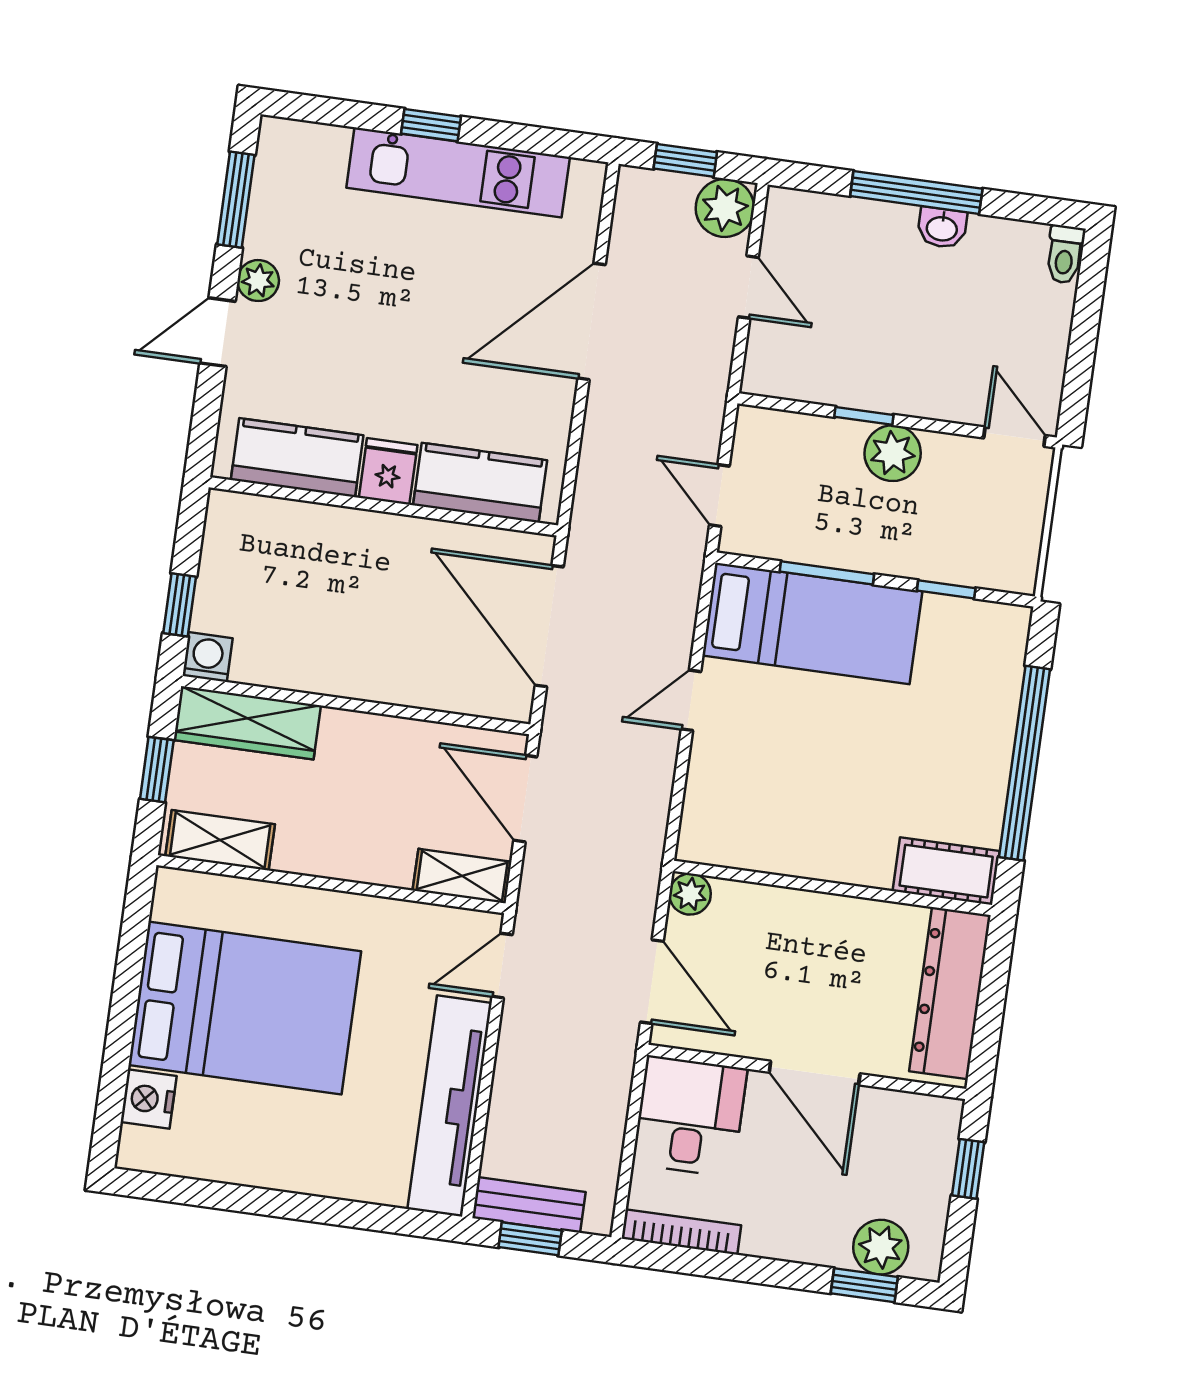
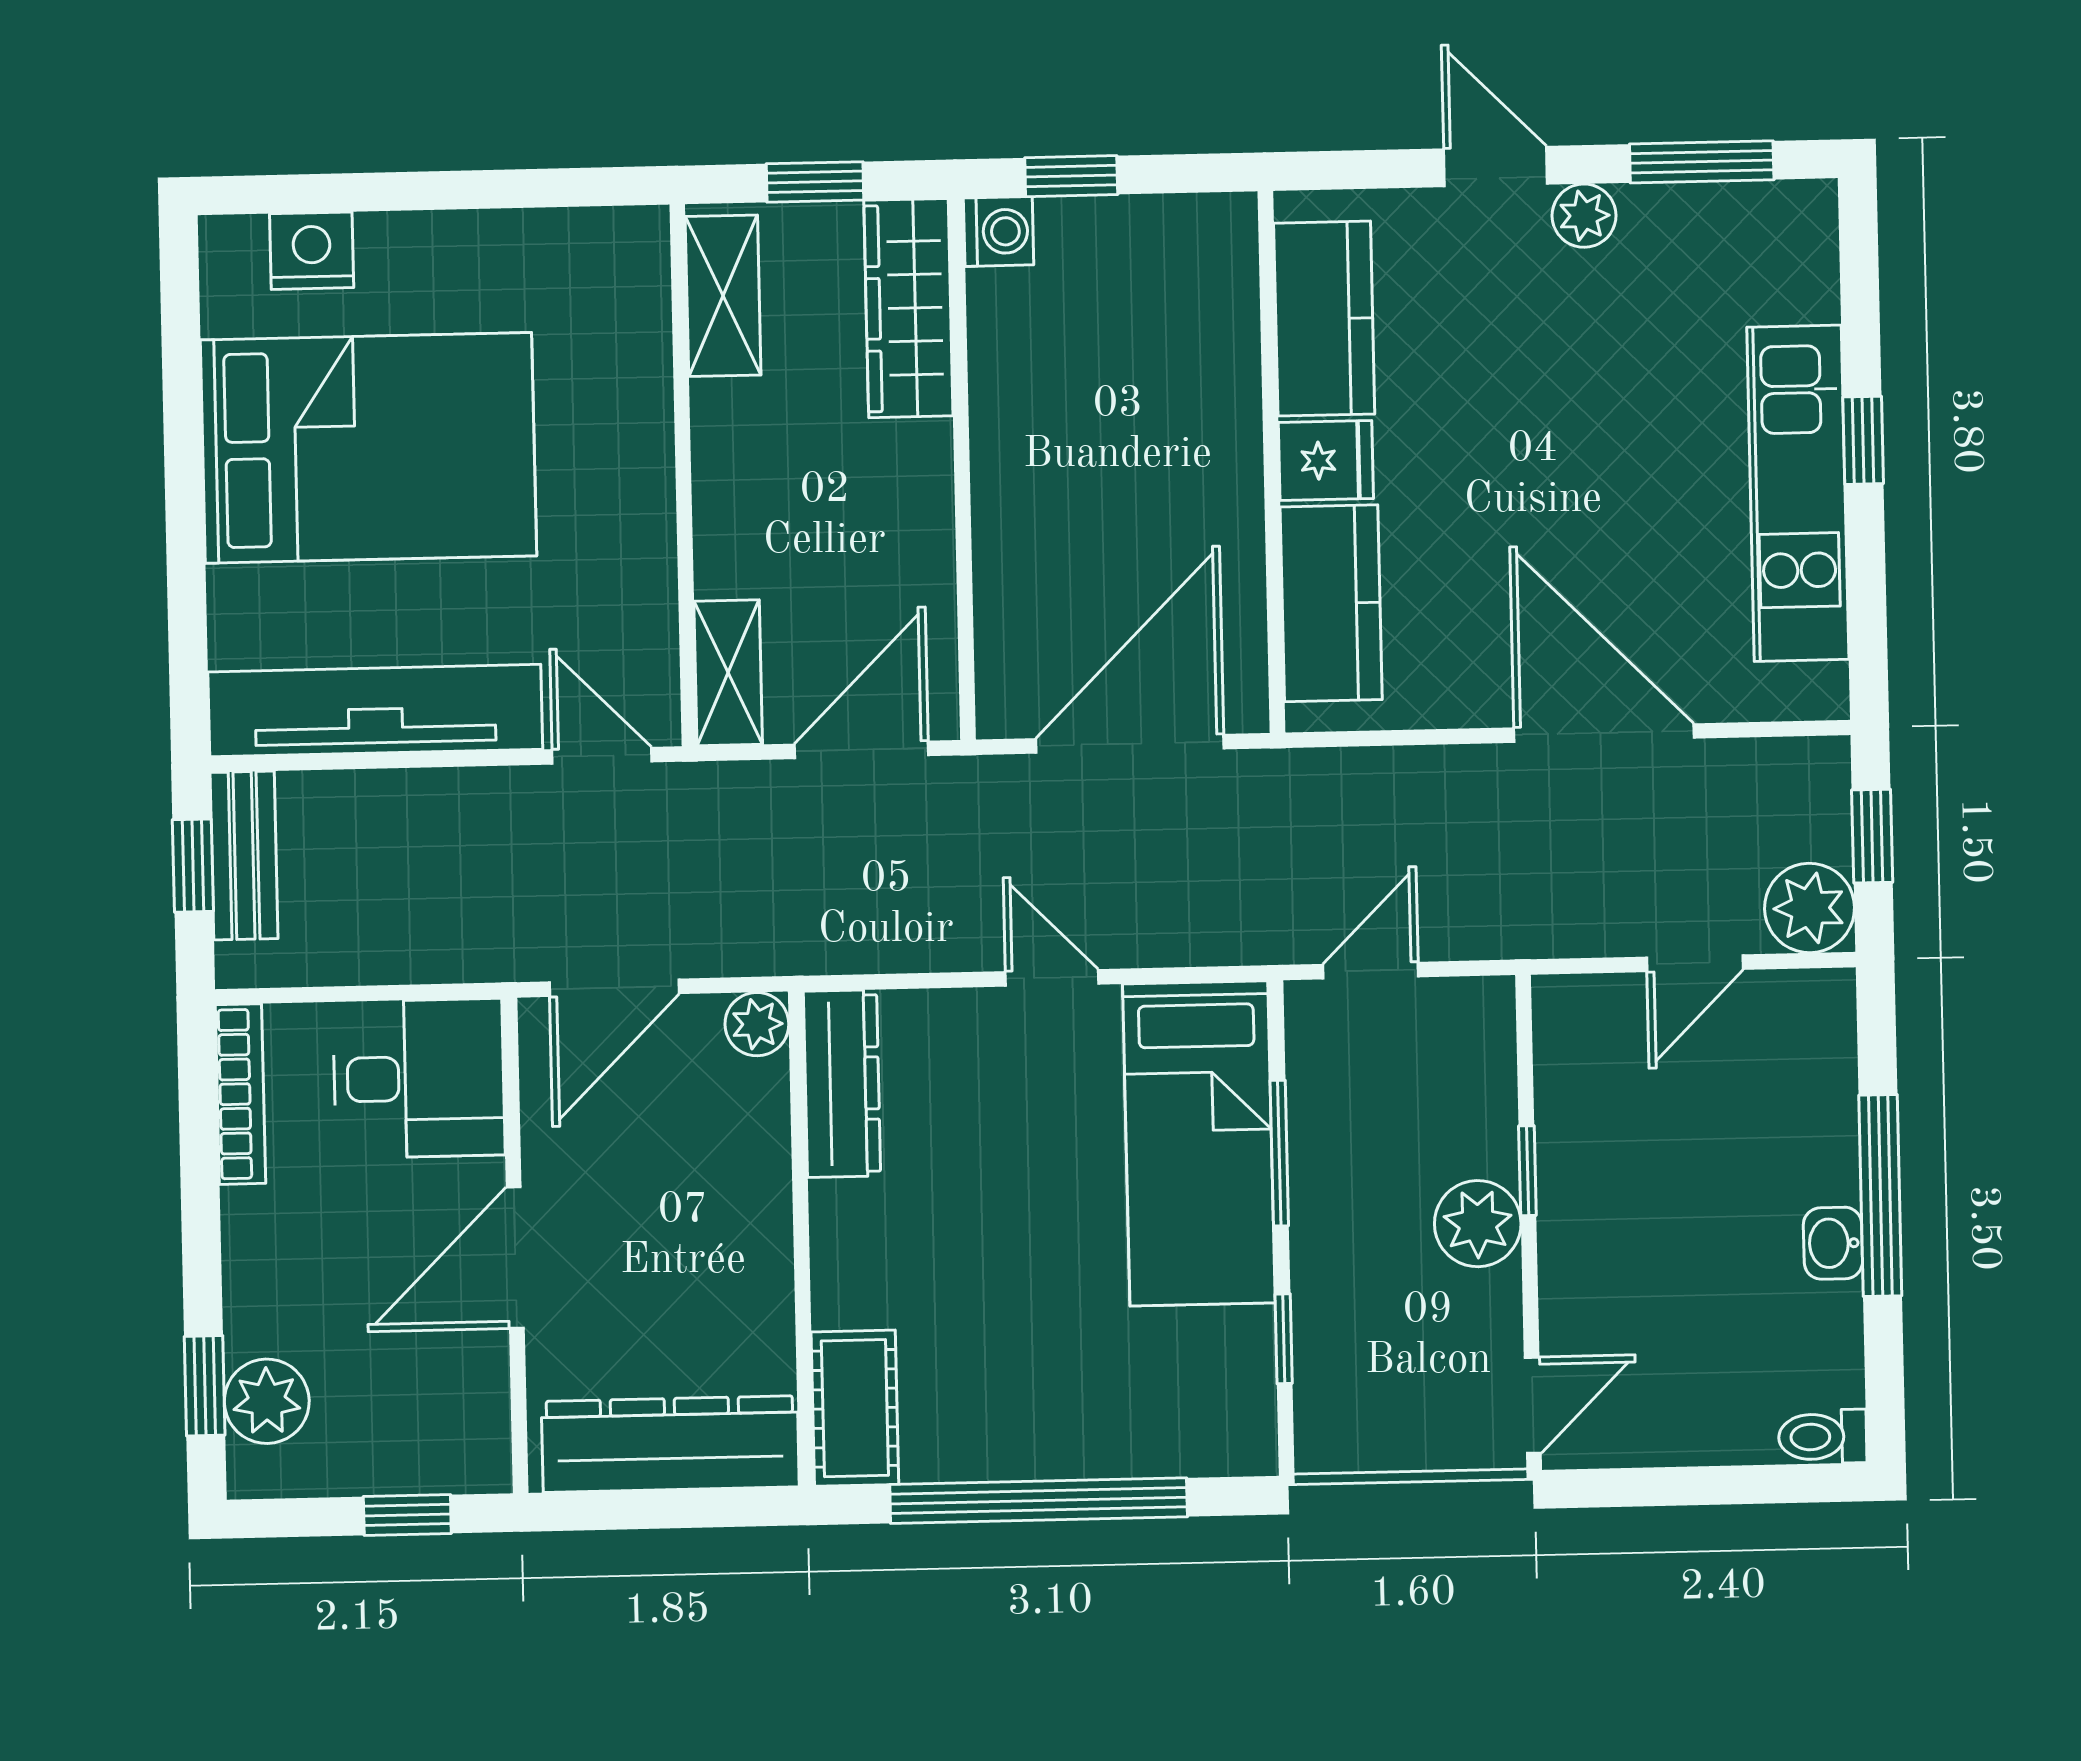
dresser: (737, 846) -> (842, 1084), added
bed: (245, 1008) -> (368, 448), moved, turned -90

